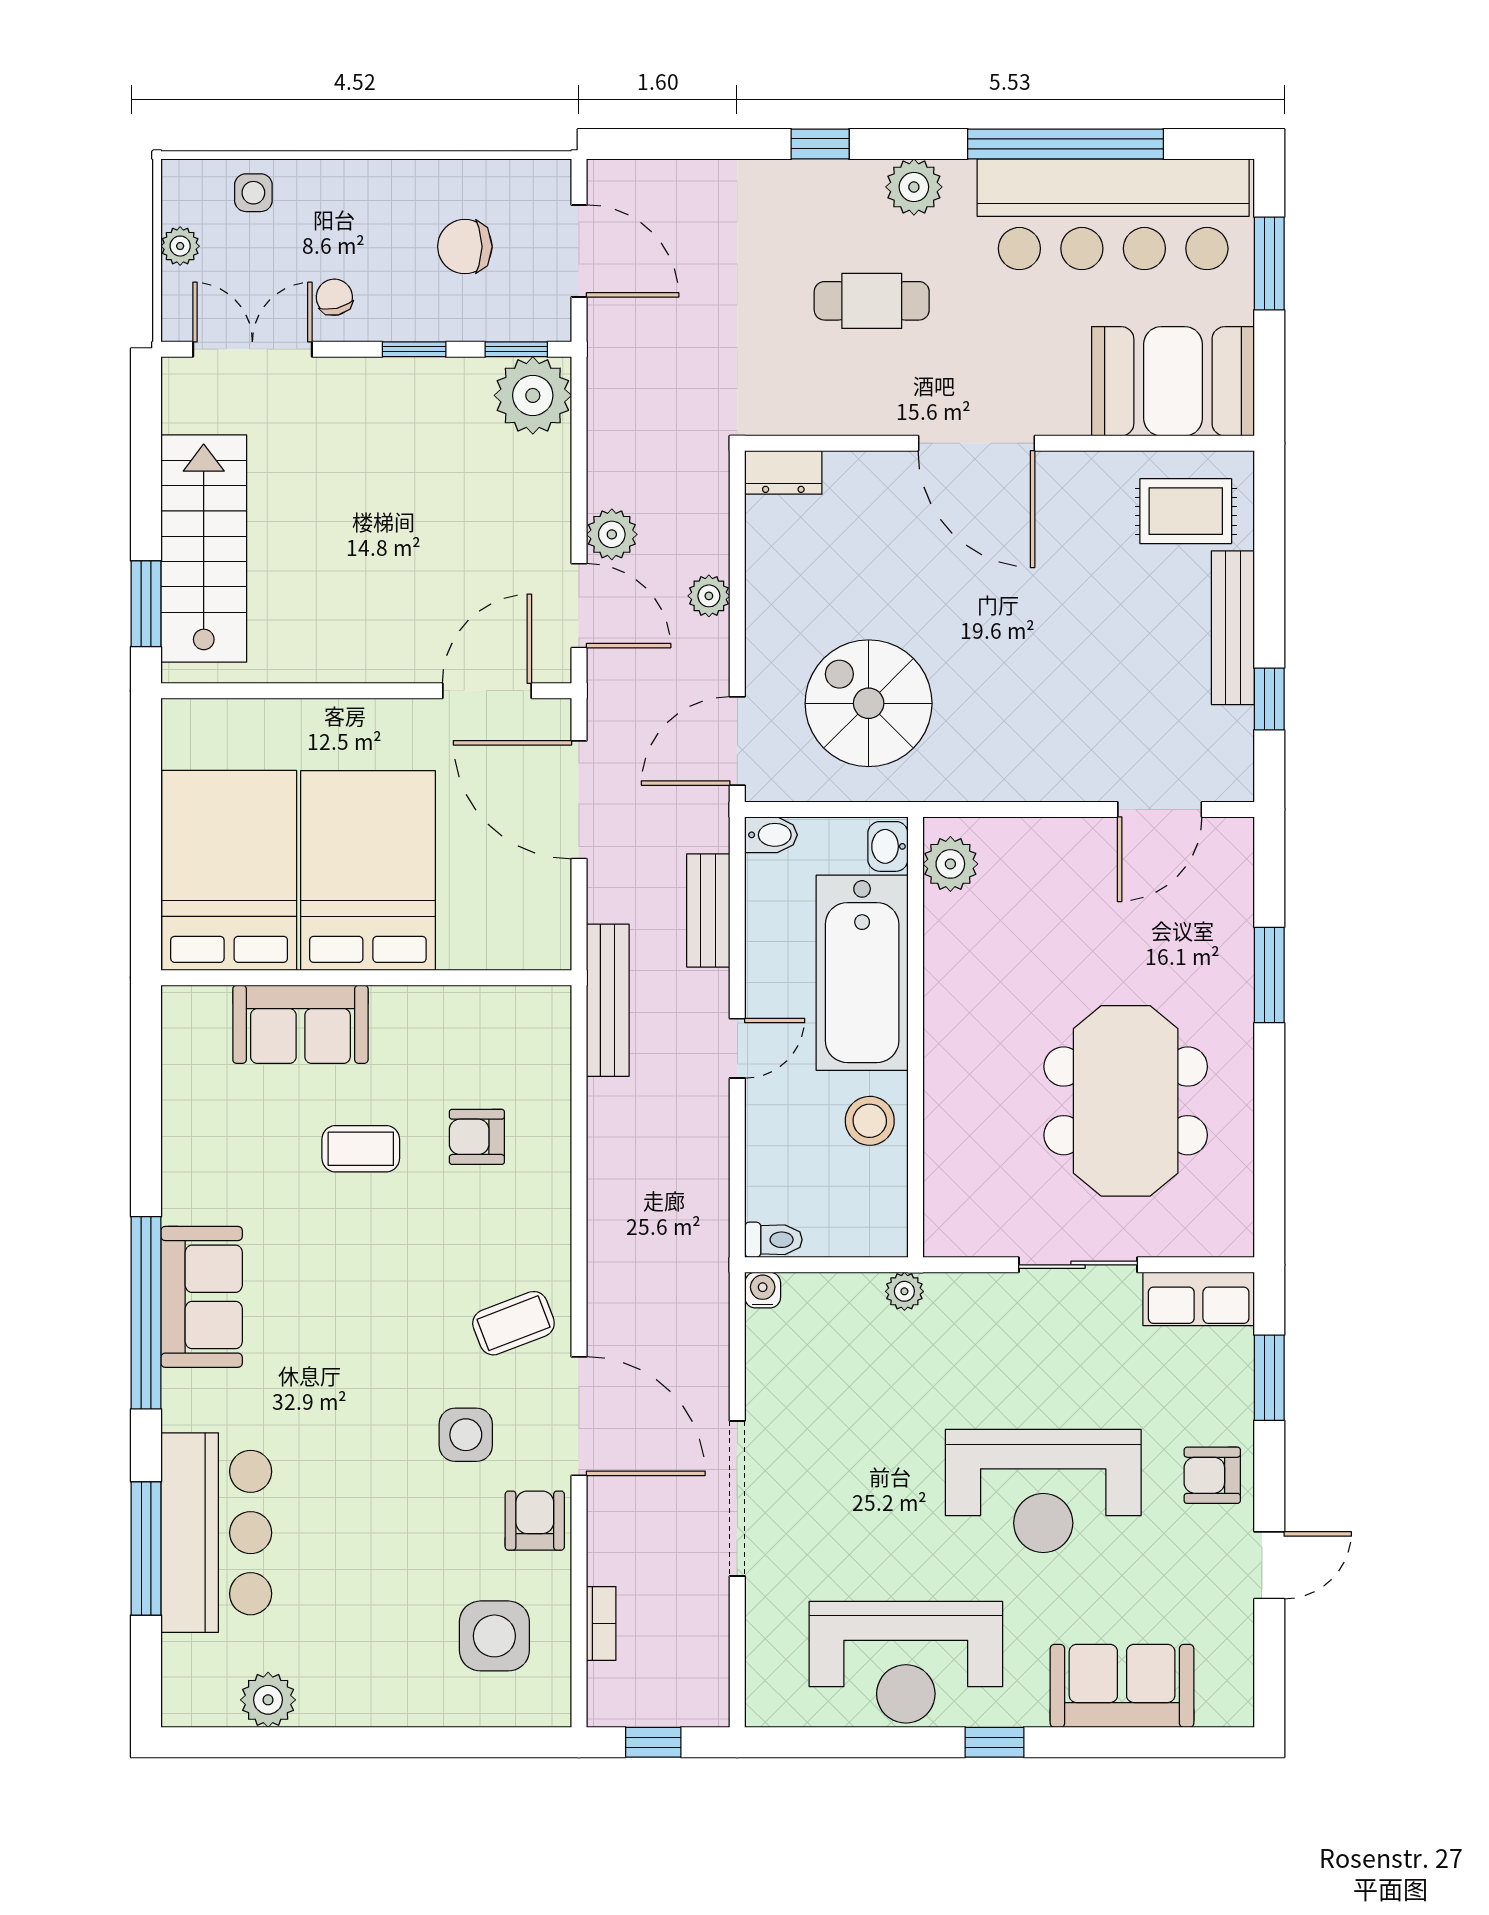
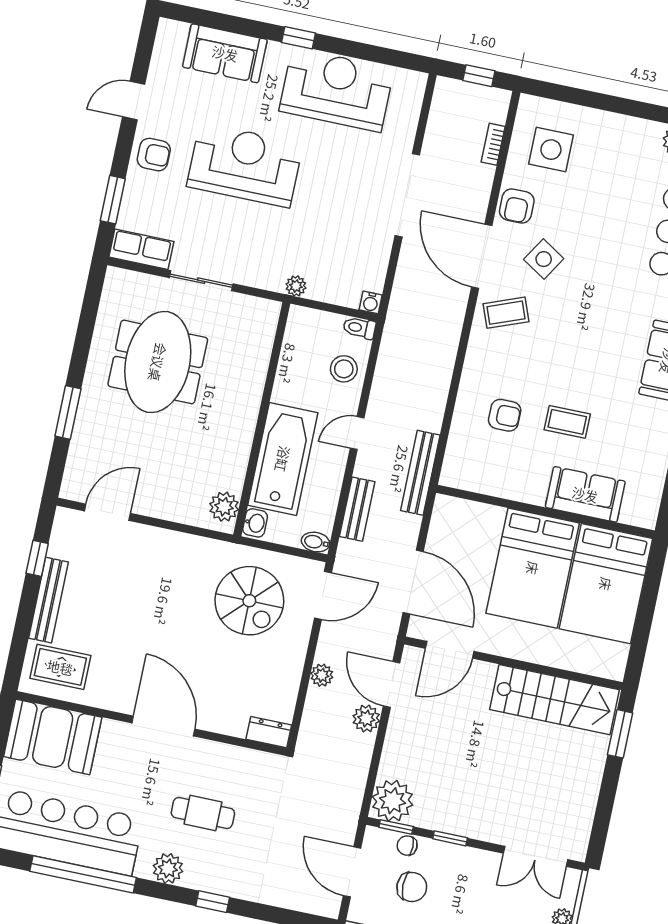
chair: (334, 297) -> (407, 846), moved, turned 103
stairs: (204, 548) -> (554, 700), moved, turned -90
stool: (870, 1121) -> (344, 369), moved
side table: (466, 1435) -> (544, 259), turned 32

